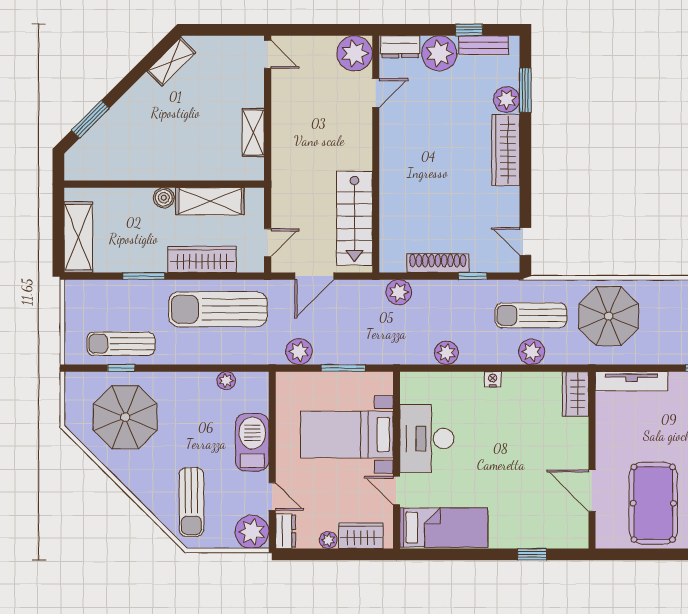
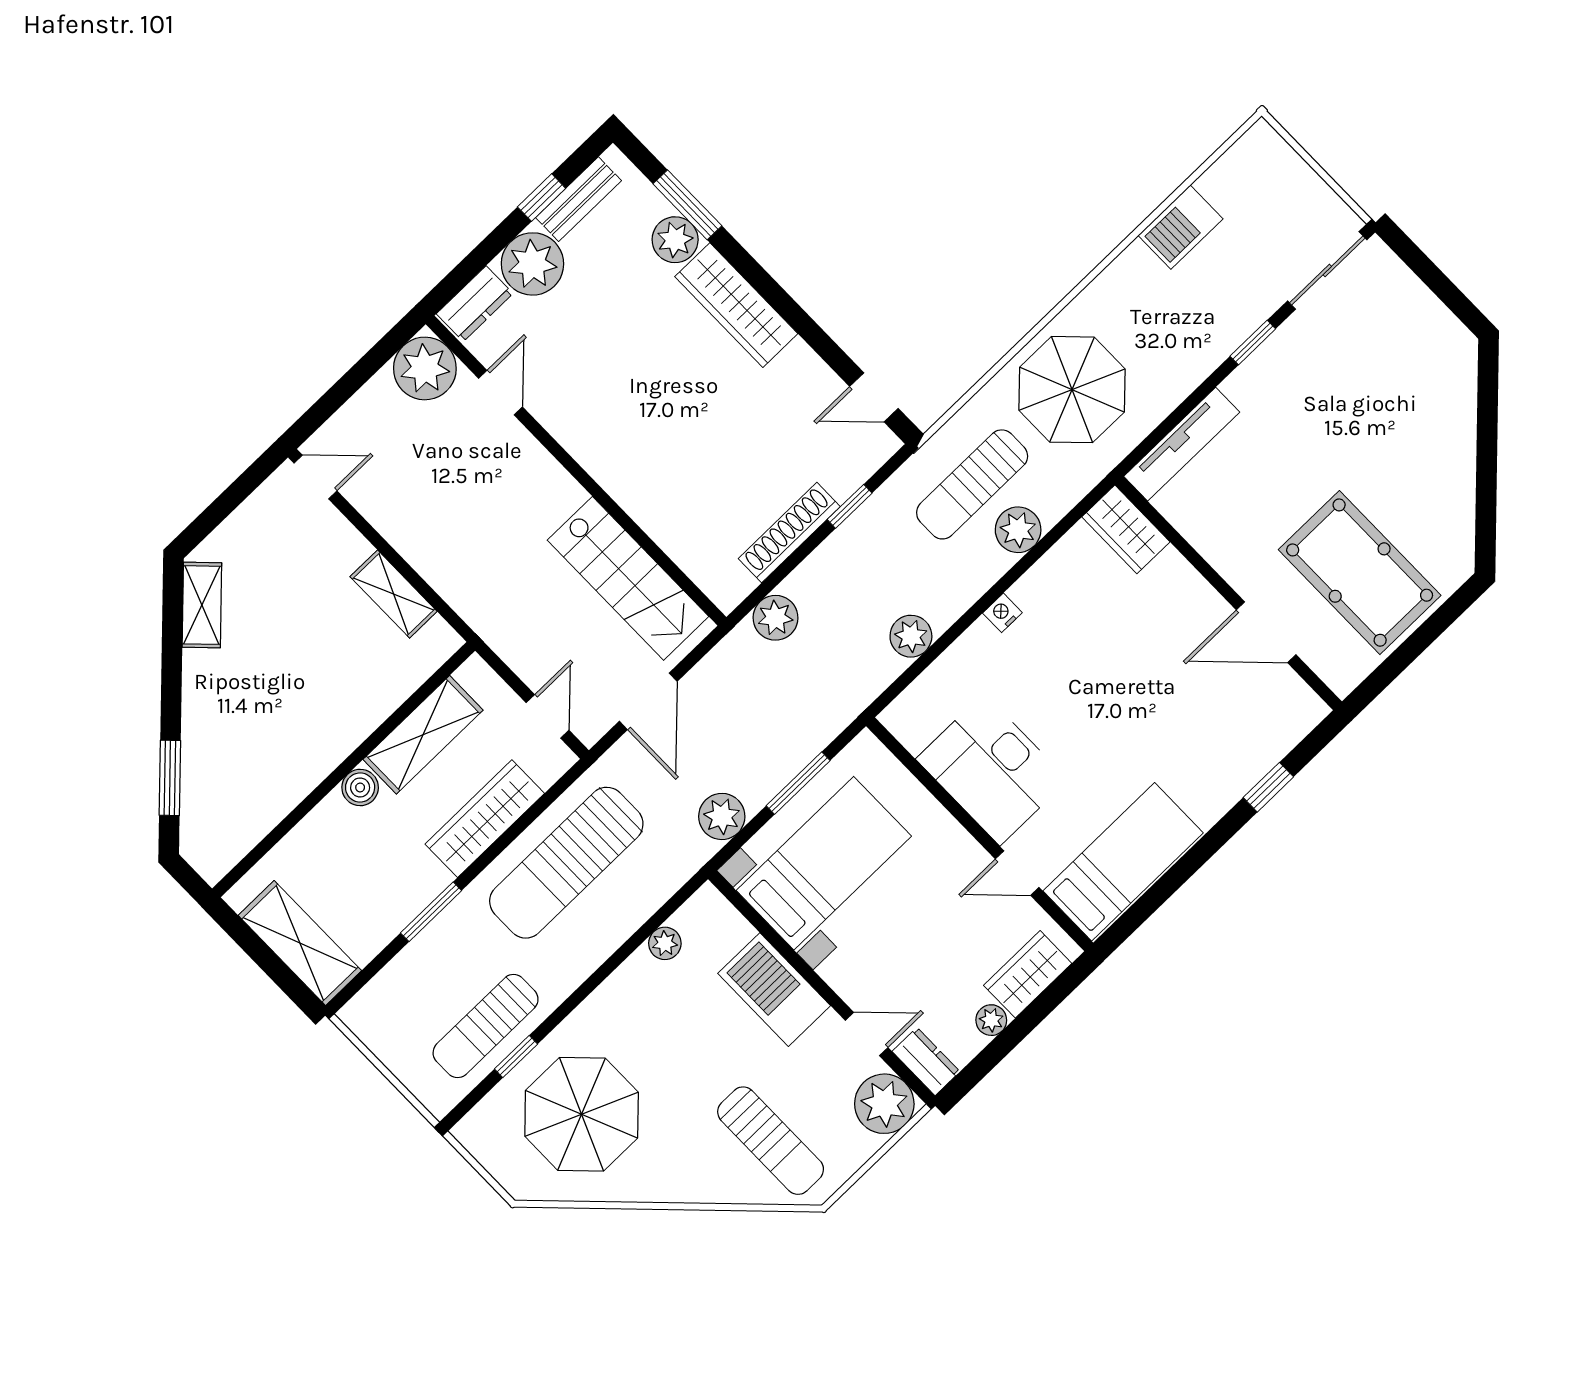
bed with nightstands: (347, 434) -> (824, 863), moved, turned 180

